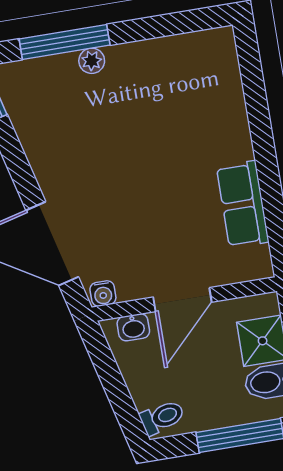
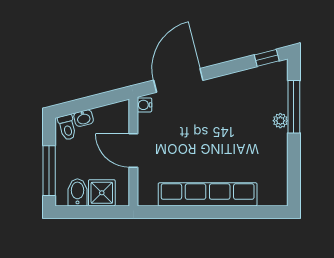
row of seats: (243, 204) -> (208, 194), width x2.02
washbasin: (133, 327) -> (84, 118), moved, turned -104

